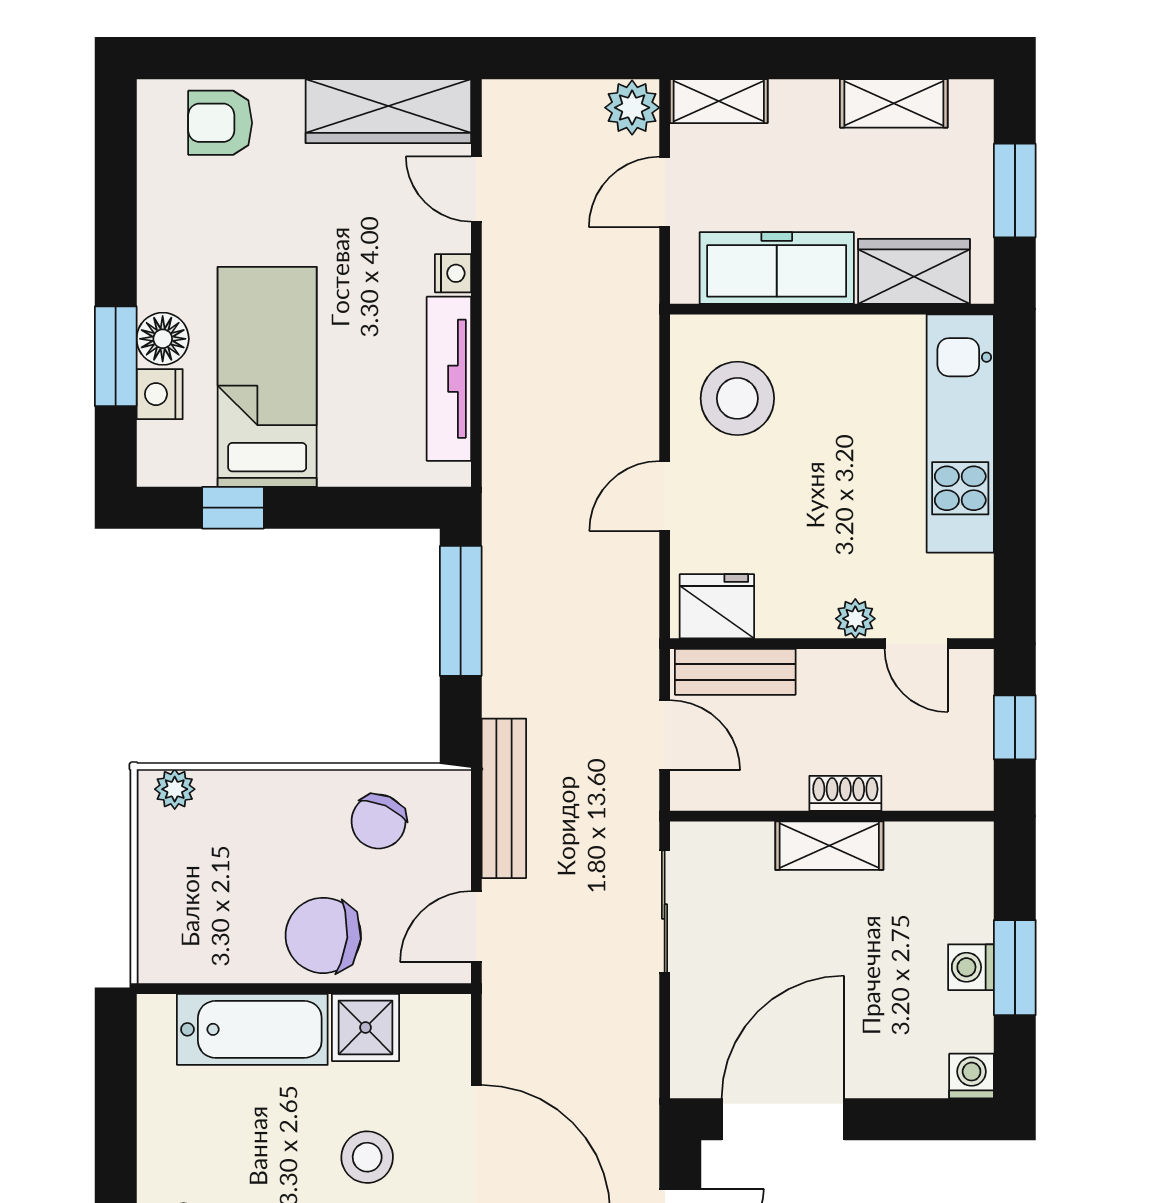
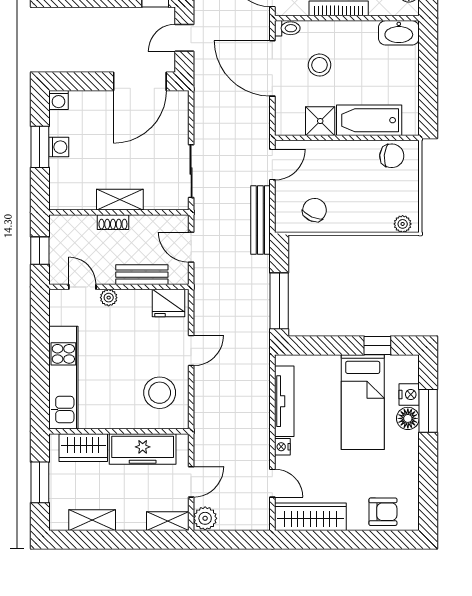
bench: (735, 672) -> (142, 275), moved
chair: (323, 935) -> (392, 156), moved, width x0.73, depth x0.73

